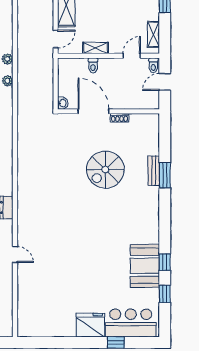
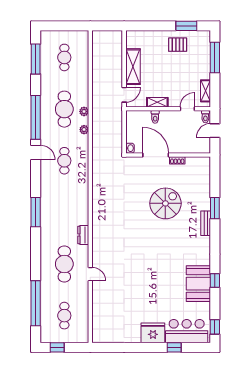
spiral stairs: (105, 170) -> (165, 203), turned 180
bench: (154, 171) -> (206, 223), moved
window: (165, 294) -> (215, 327), moved

